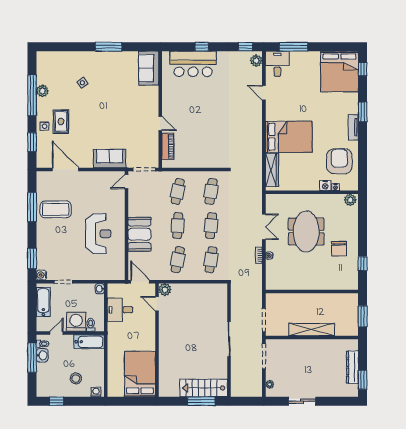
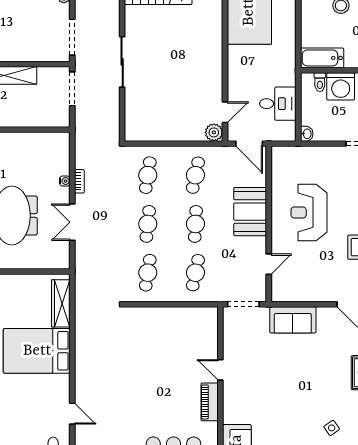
piano: (168, 146) -> (210, 402), moved
door: (126, 182) -> (269, 264), moved
door: (157, 304) -> (225, 112), hinge flipped

